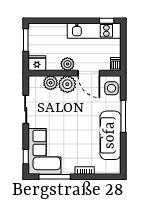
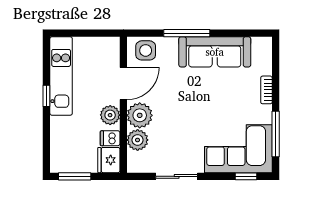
window: (107, 21) -> (46, 96), moved
dishwasher: (116, 64) -> (110, 138), moved

